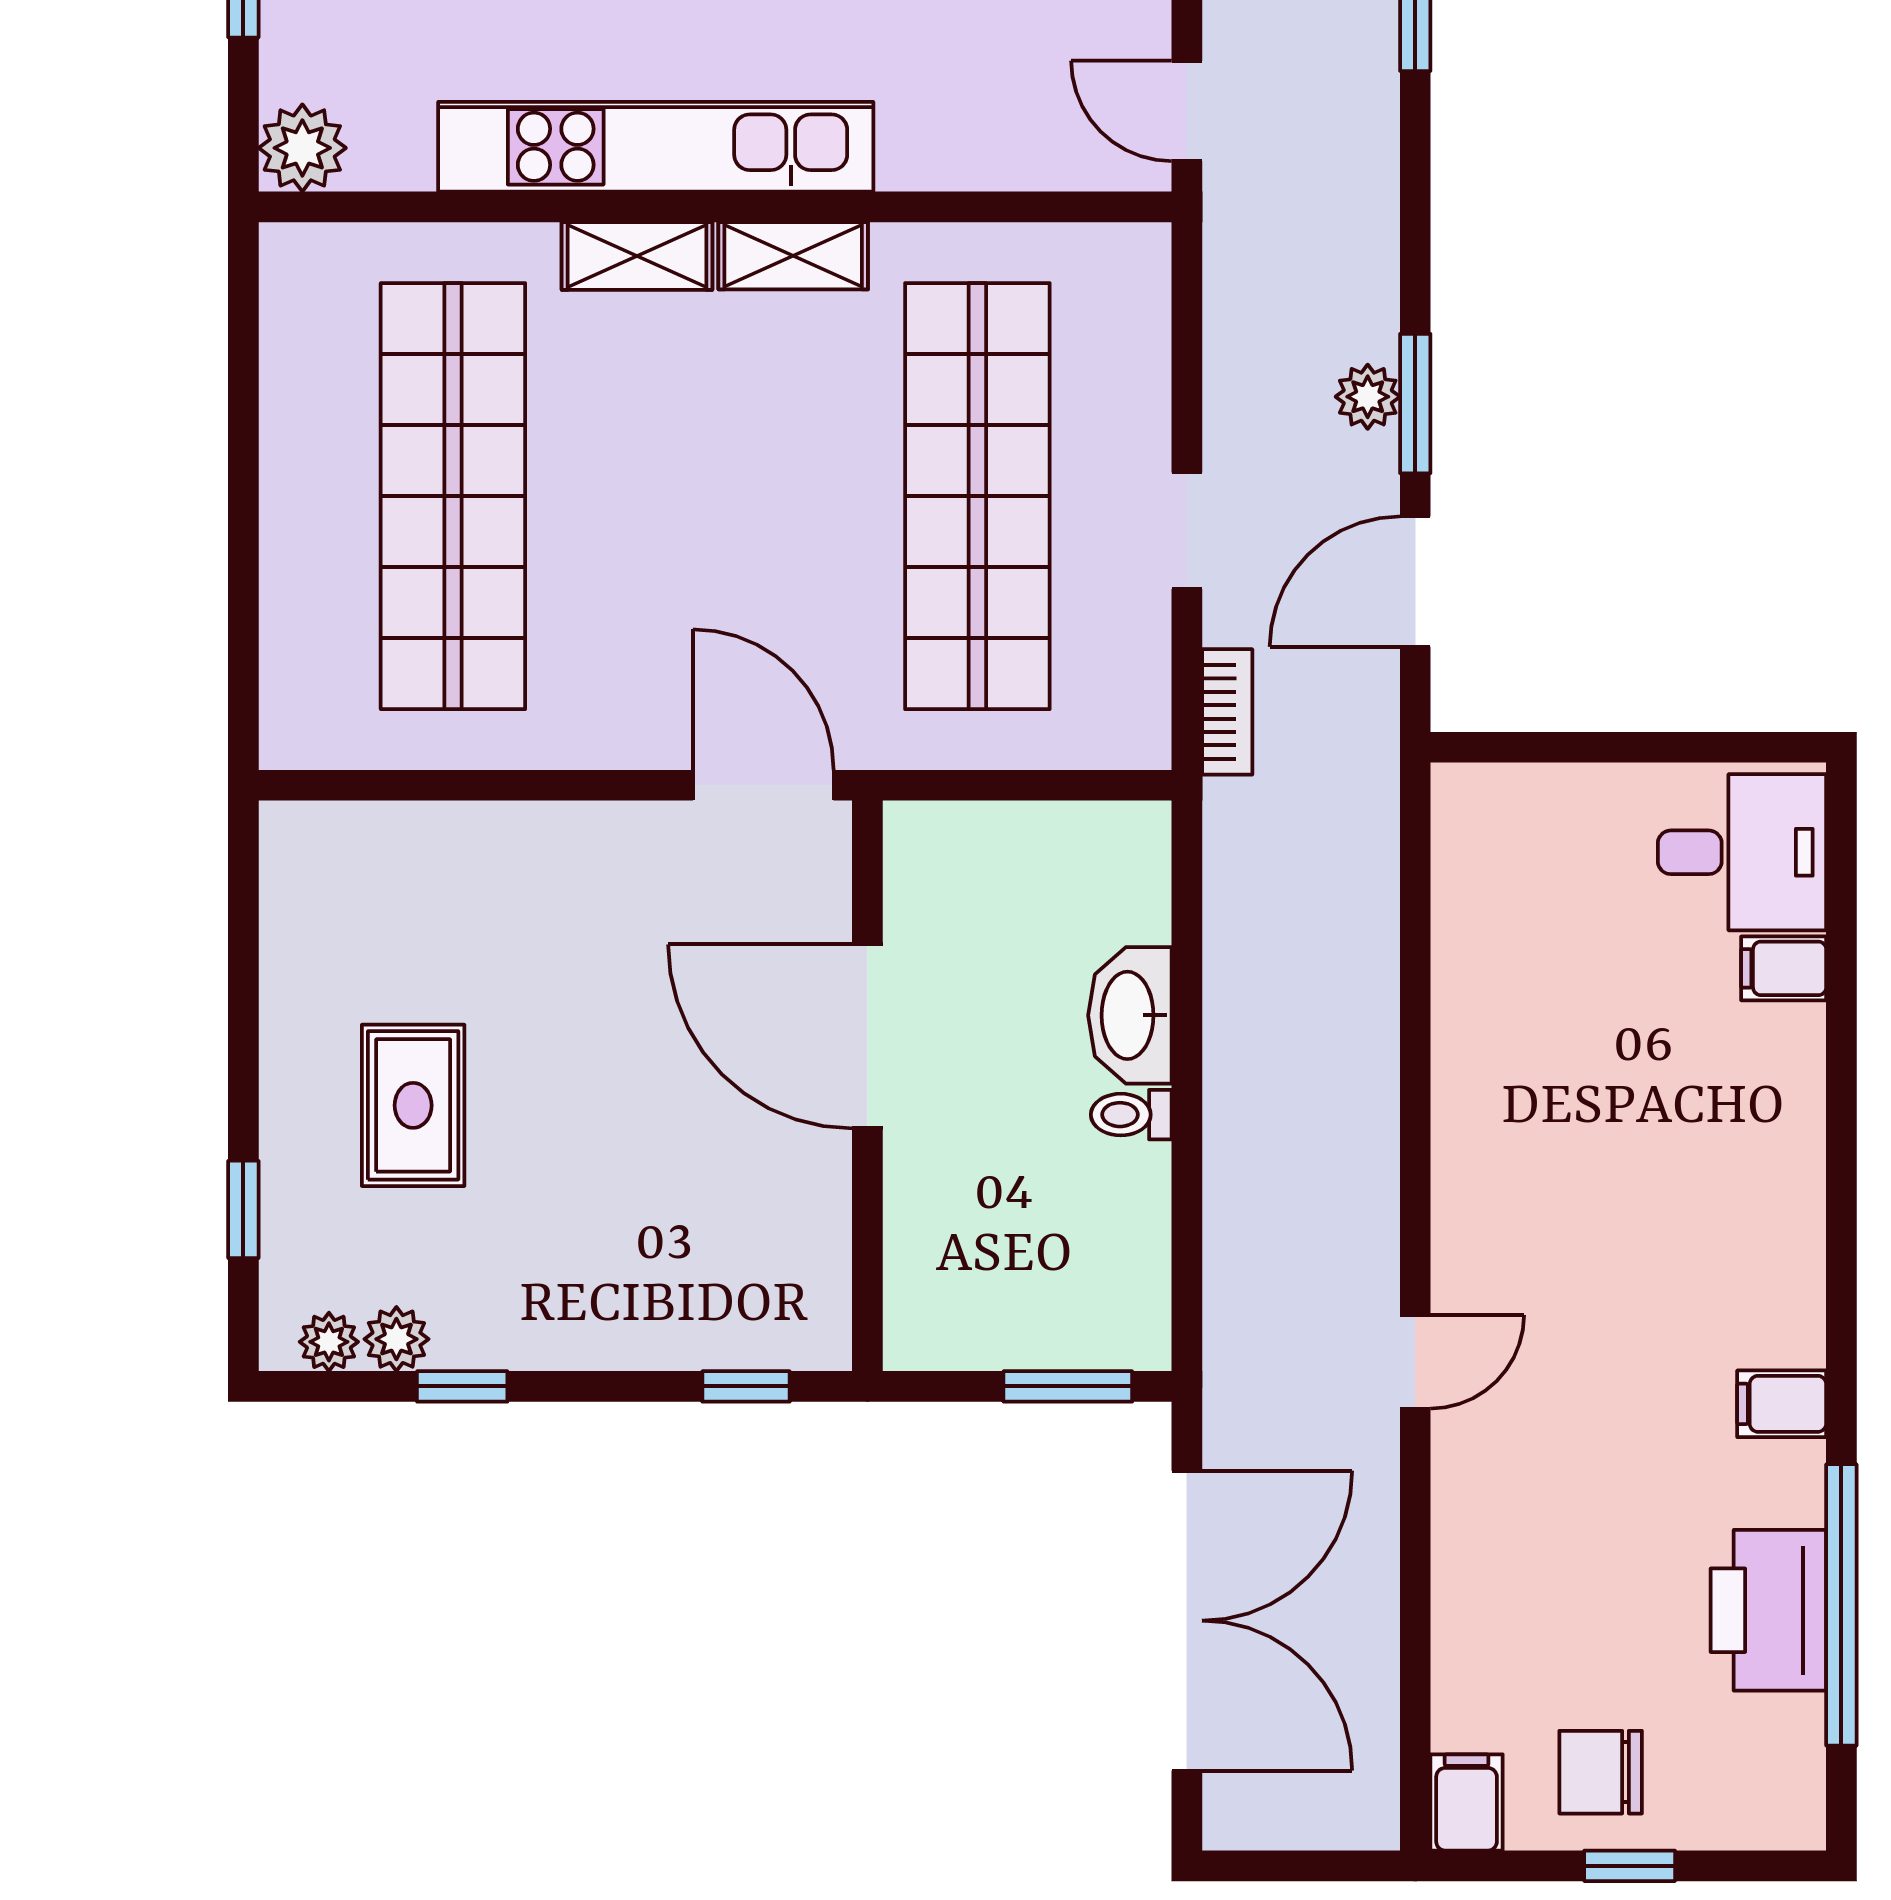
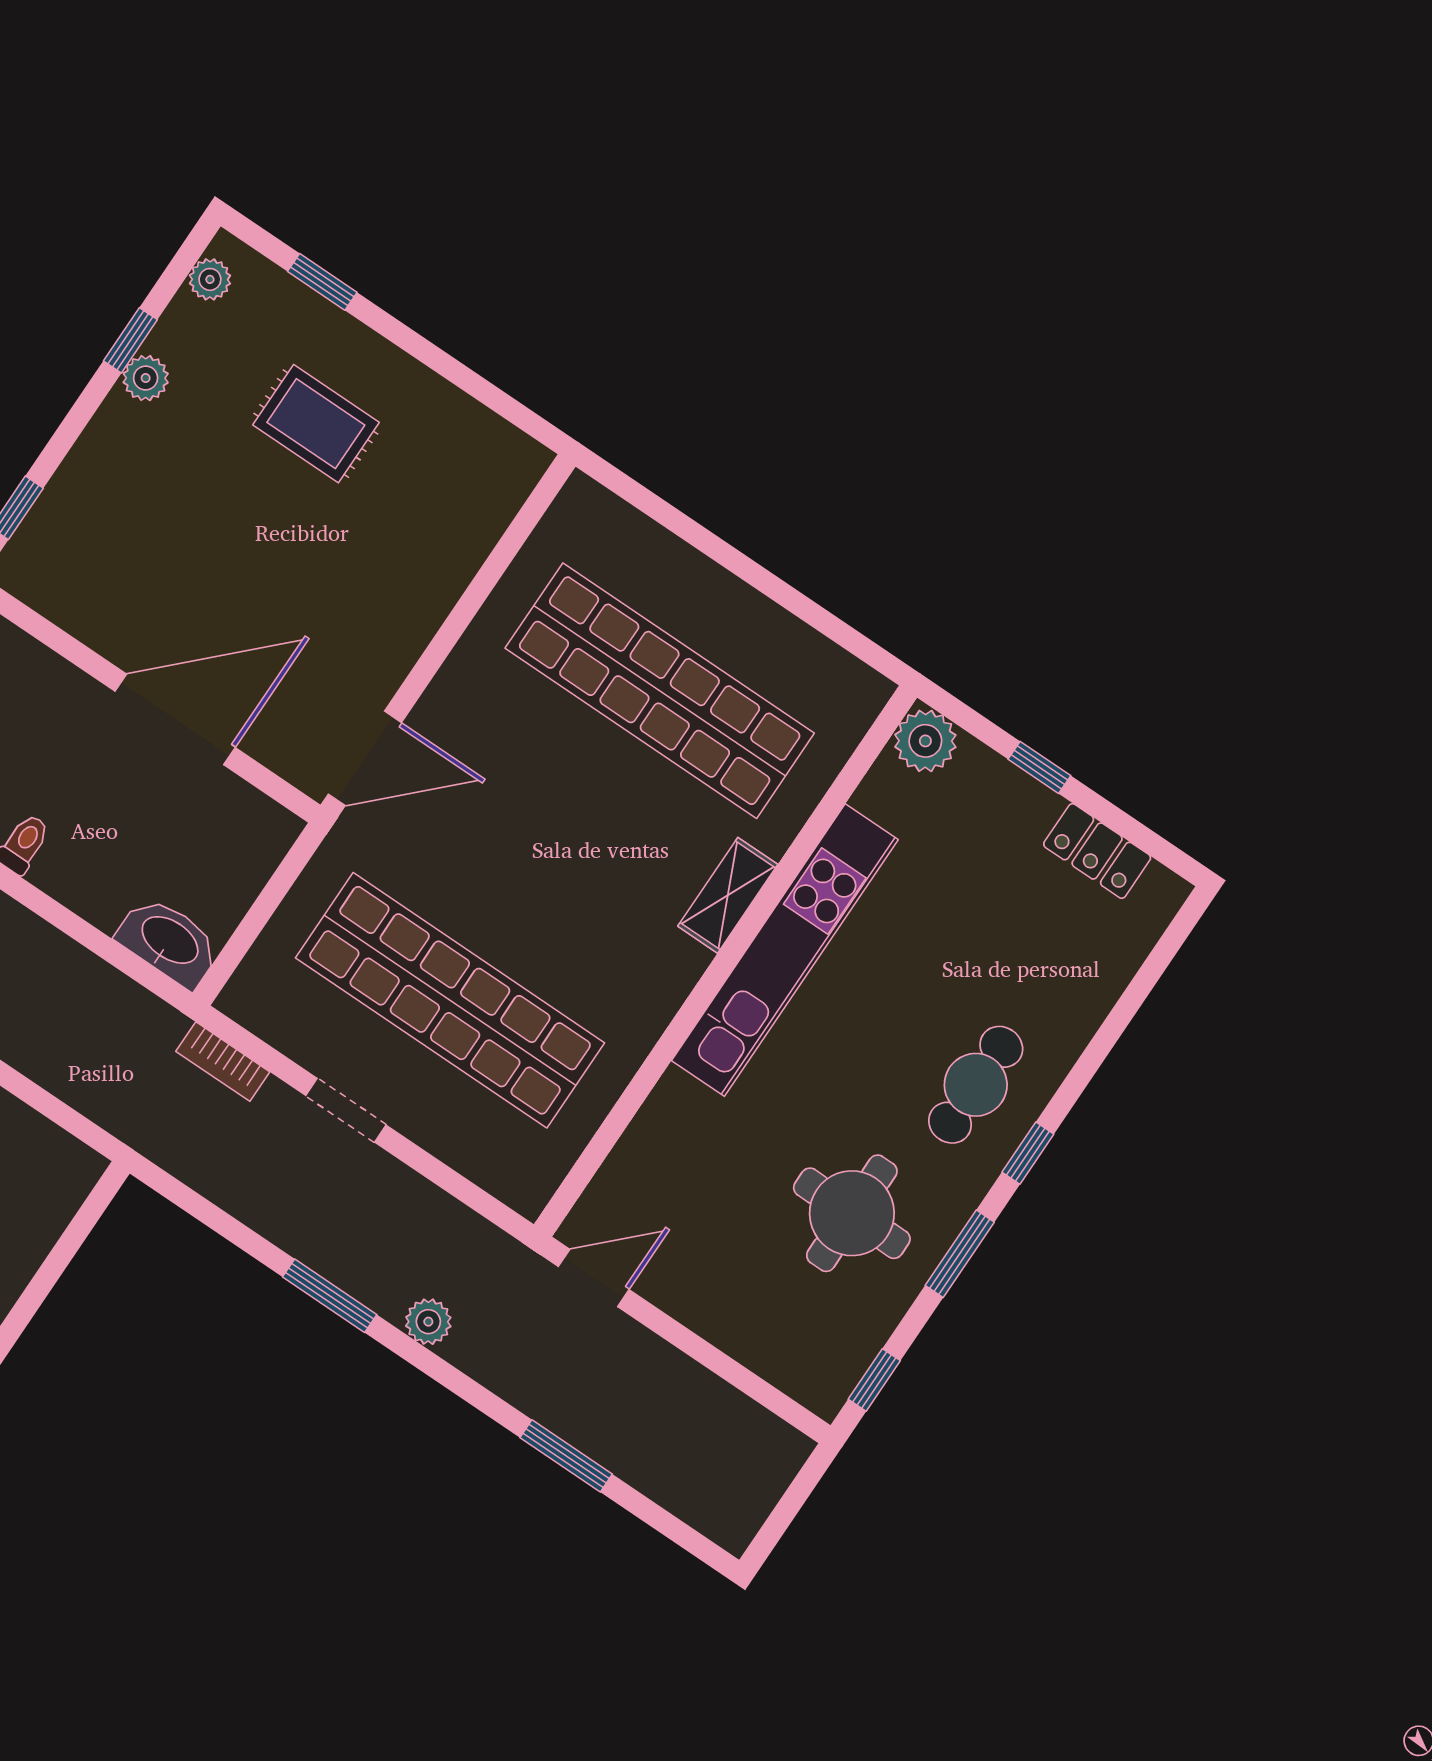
shelving: (793, 256) -> (666, 988), removed
plant: (1368, 397) -> (428, 1322), moved
door: (1415, 582) -> (225, 1225), removed
washbasin: (1130, 1015) -> (169, 941), moved
plant: (396, 1339) -> (146, 378), moved

